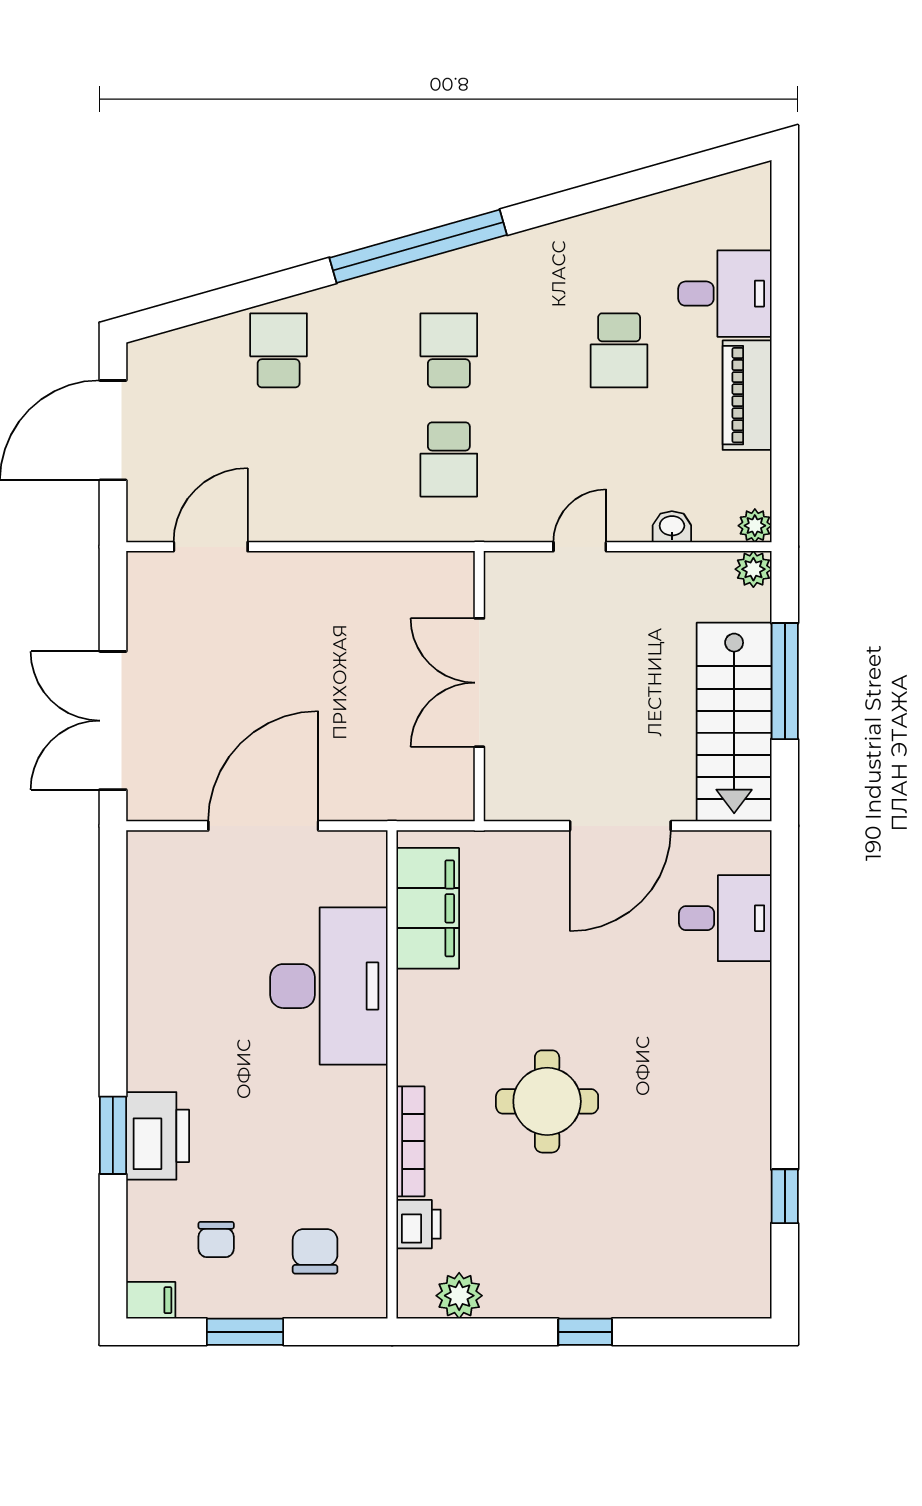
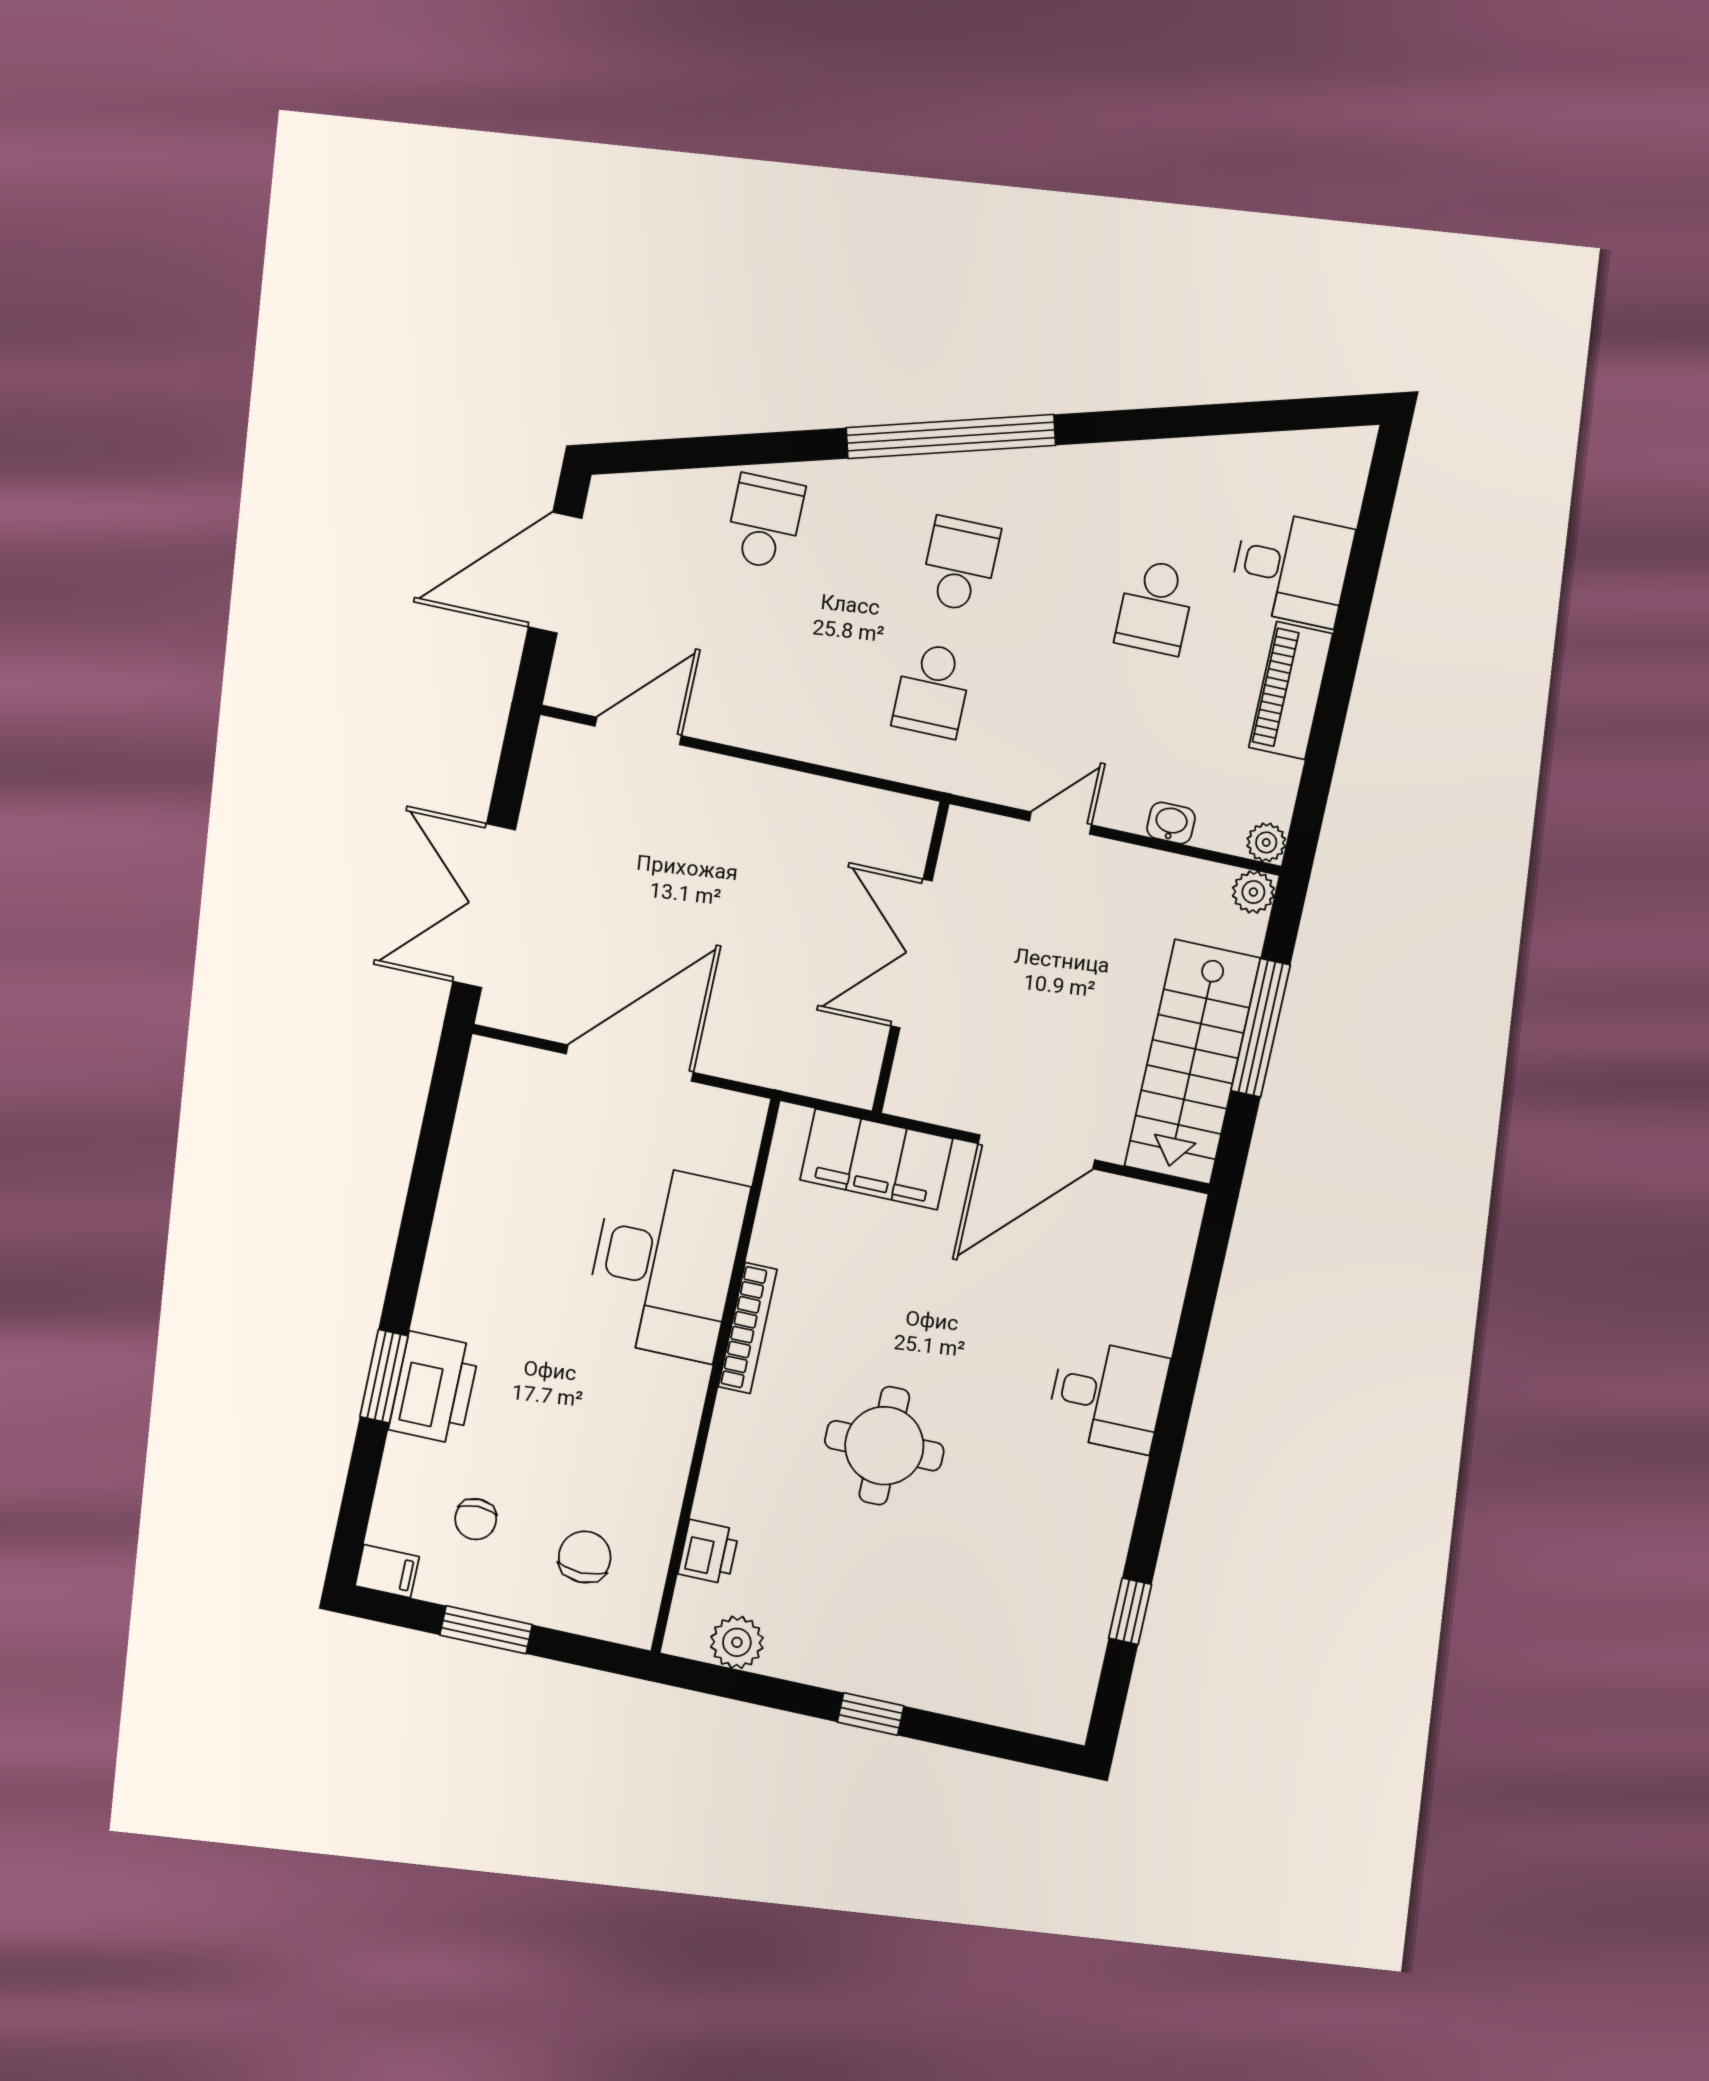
filing cabinet: (428, 908) -> (876, 1159), moved, turned 90
desk: (725, 918) -> (1108, 1396), moved
bookcase: (411, 1141) -> (748, 1328), moved

